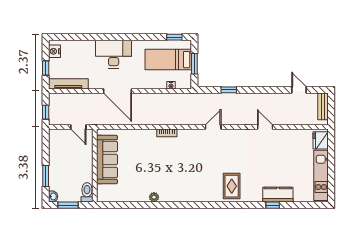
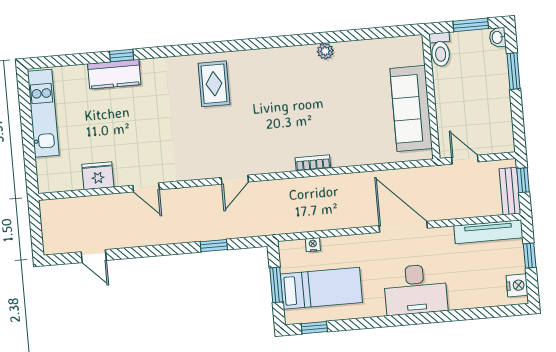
bench: (323, 106) -> (510, 191), moved
fridge: (321, 140) -> (98, 176), moved, turned -90
rug: (232, 186) -> (214, 84), moved

